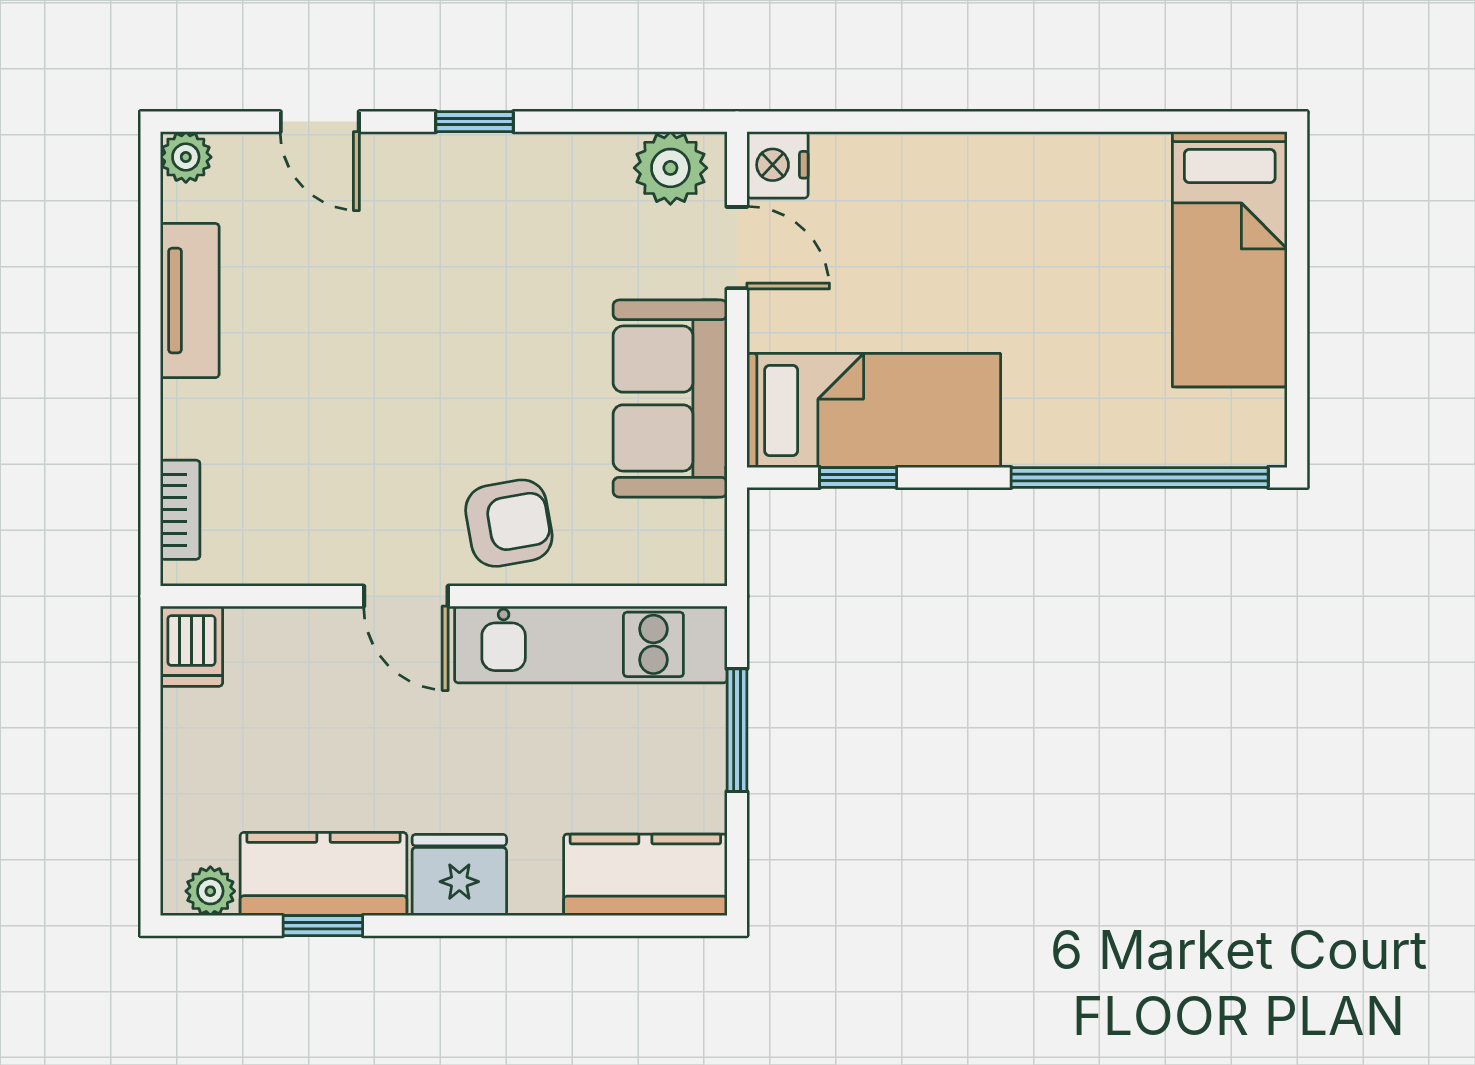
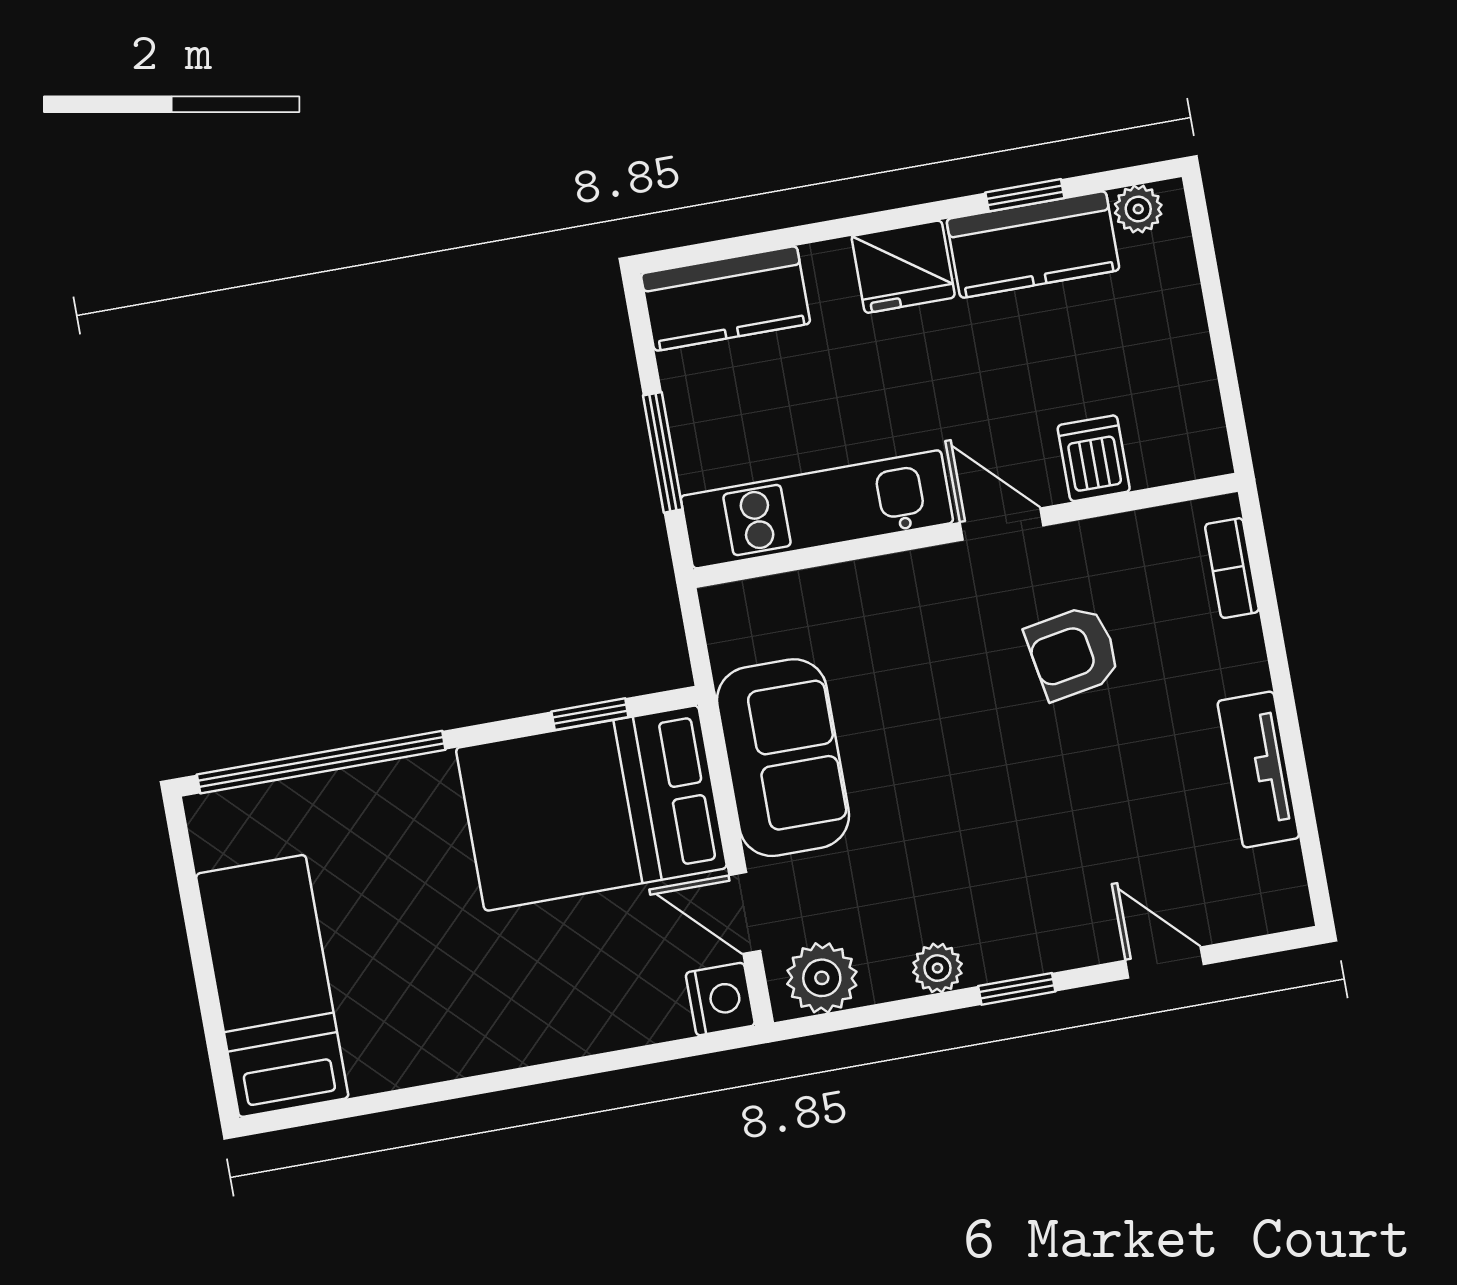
plant: (186, 157) -> (937, 968), moved
bed: (874, 411) -> (591, 808), width x1.50
armchair: (509, 523) -> (1073, 653), moved
dishwasher: (191, 646) -> (1094, 458), moved

